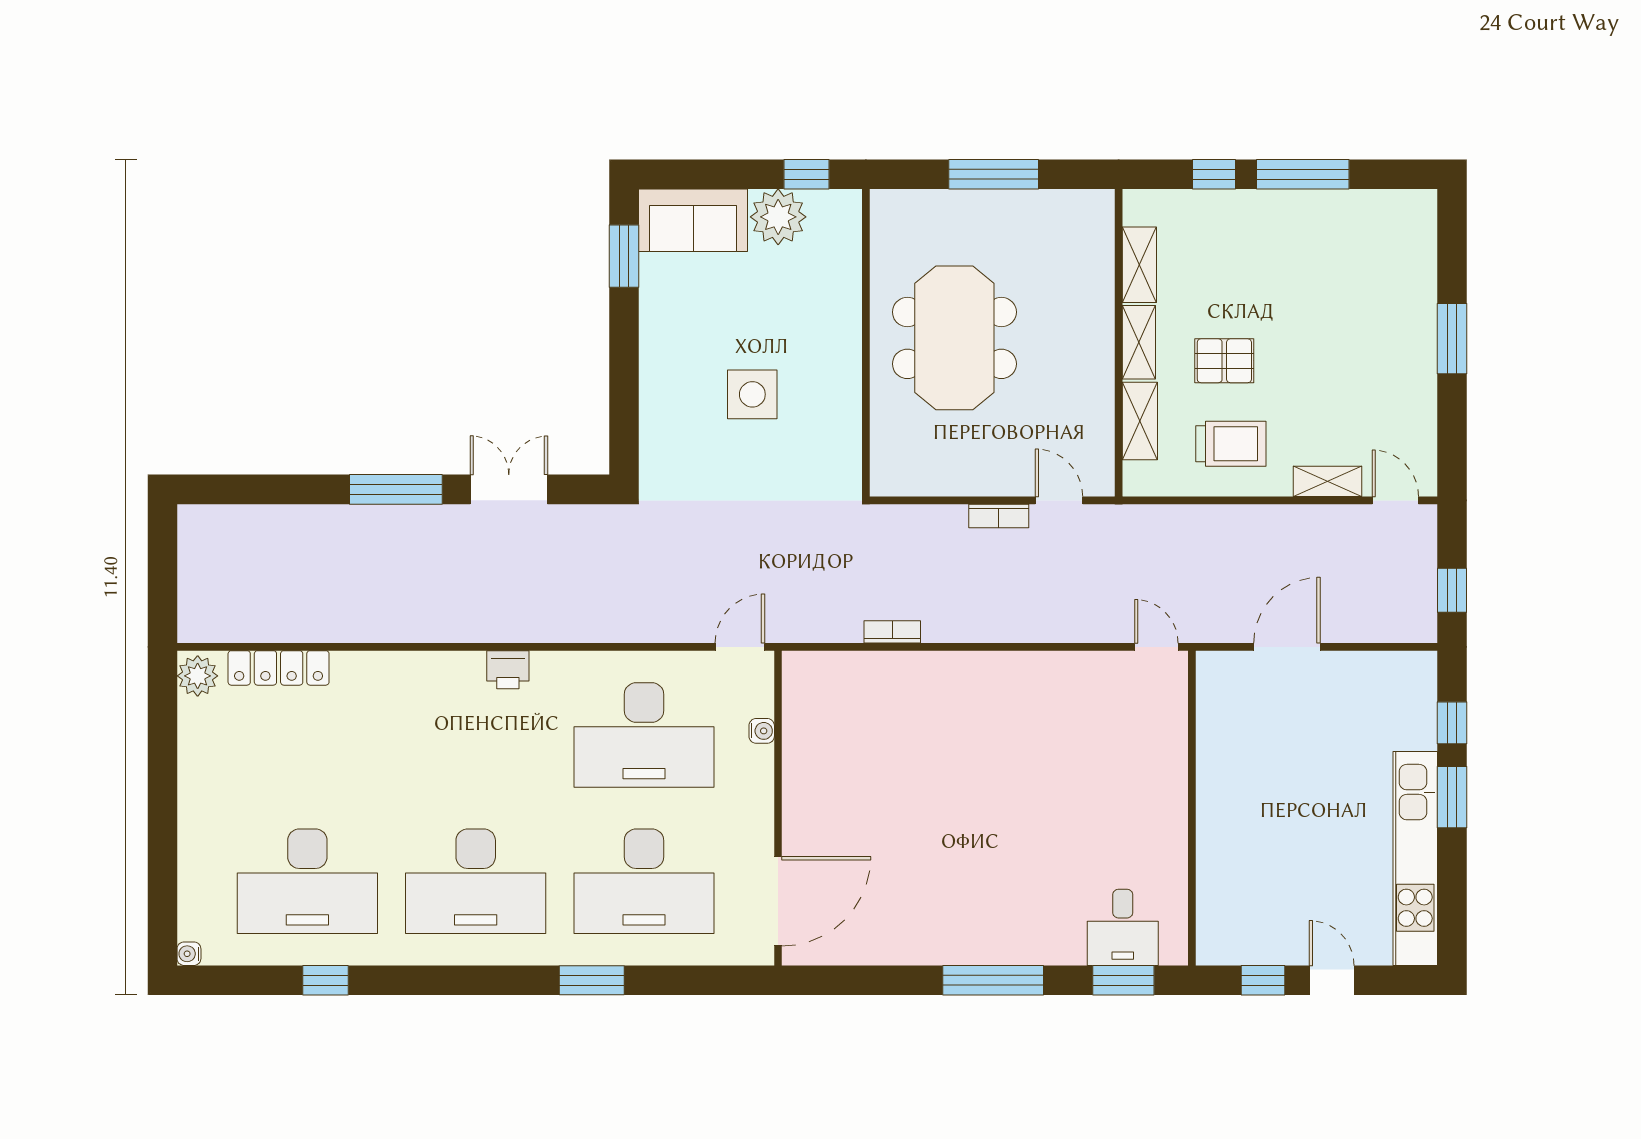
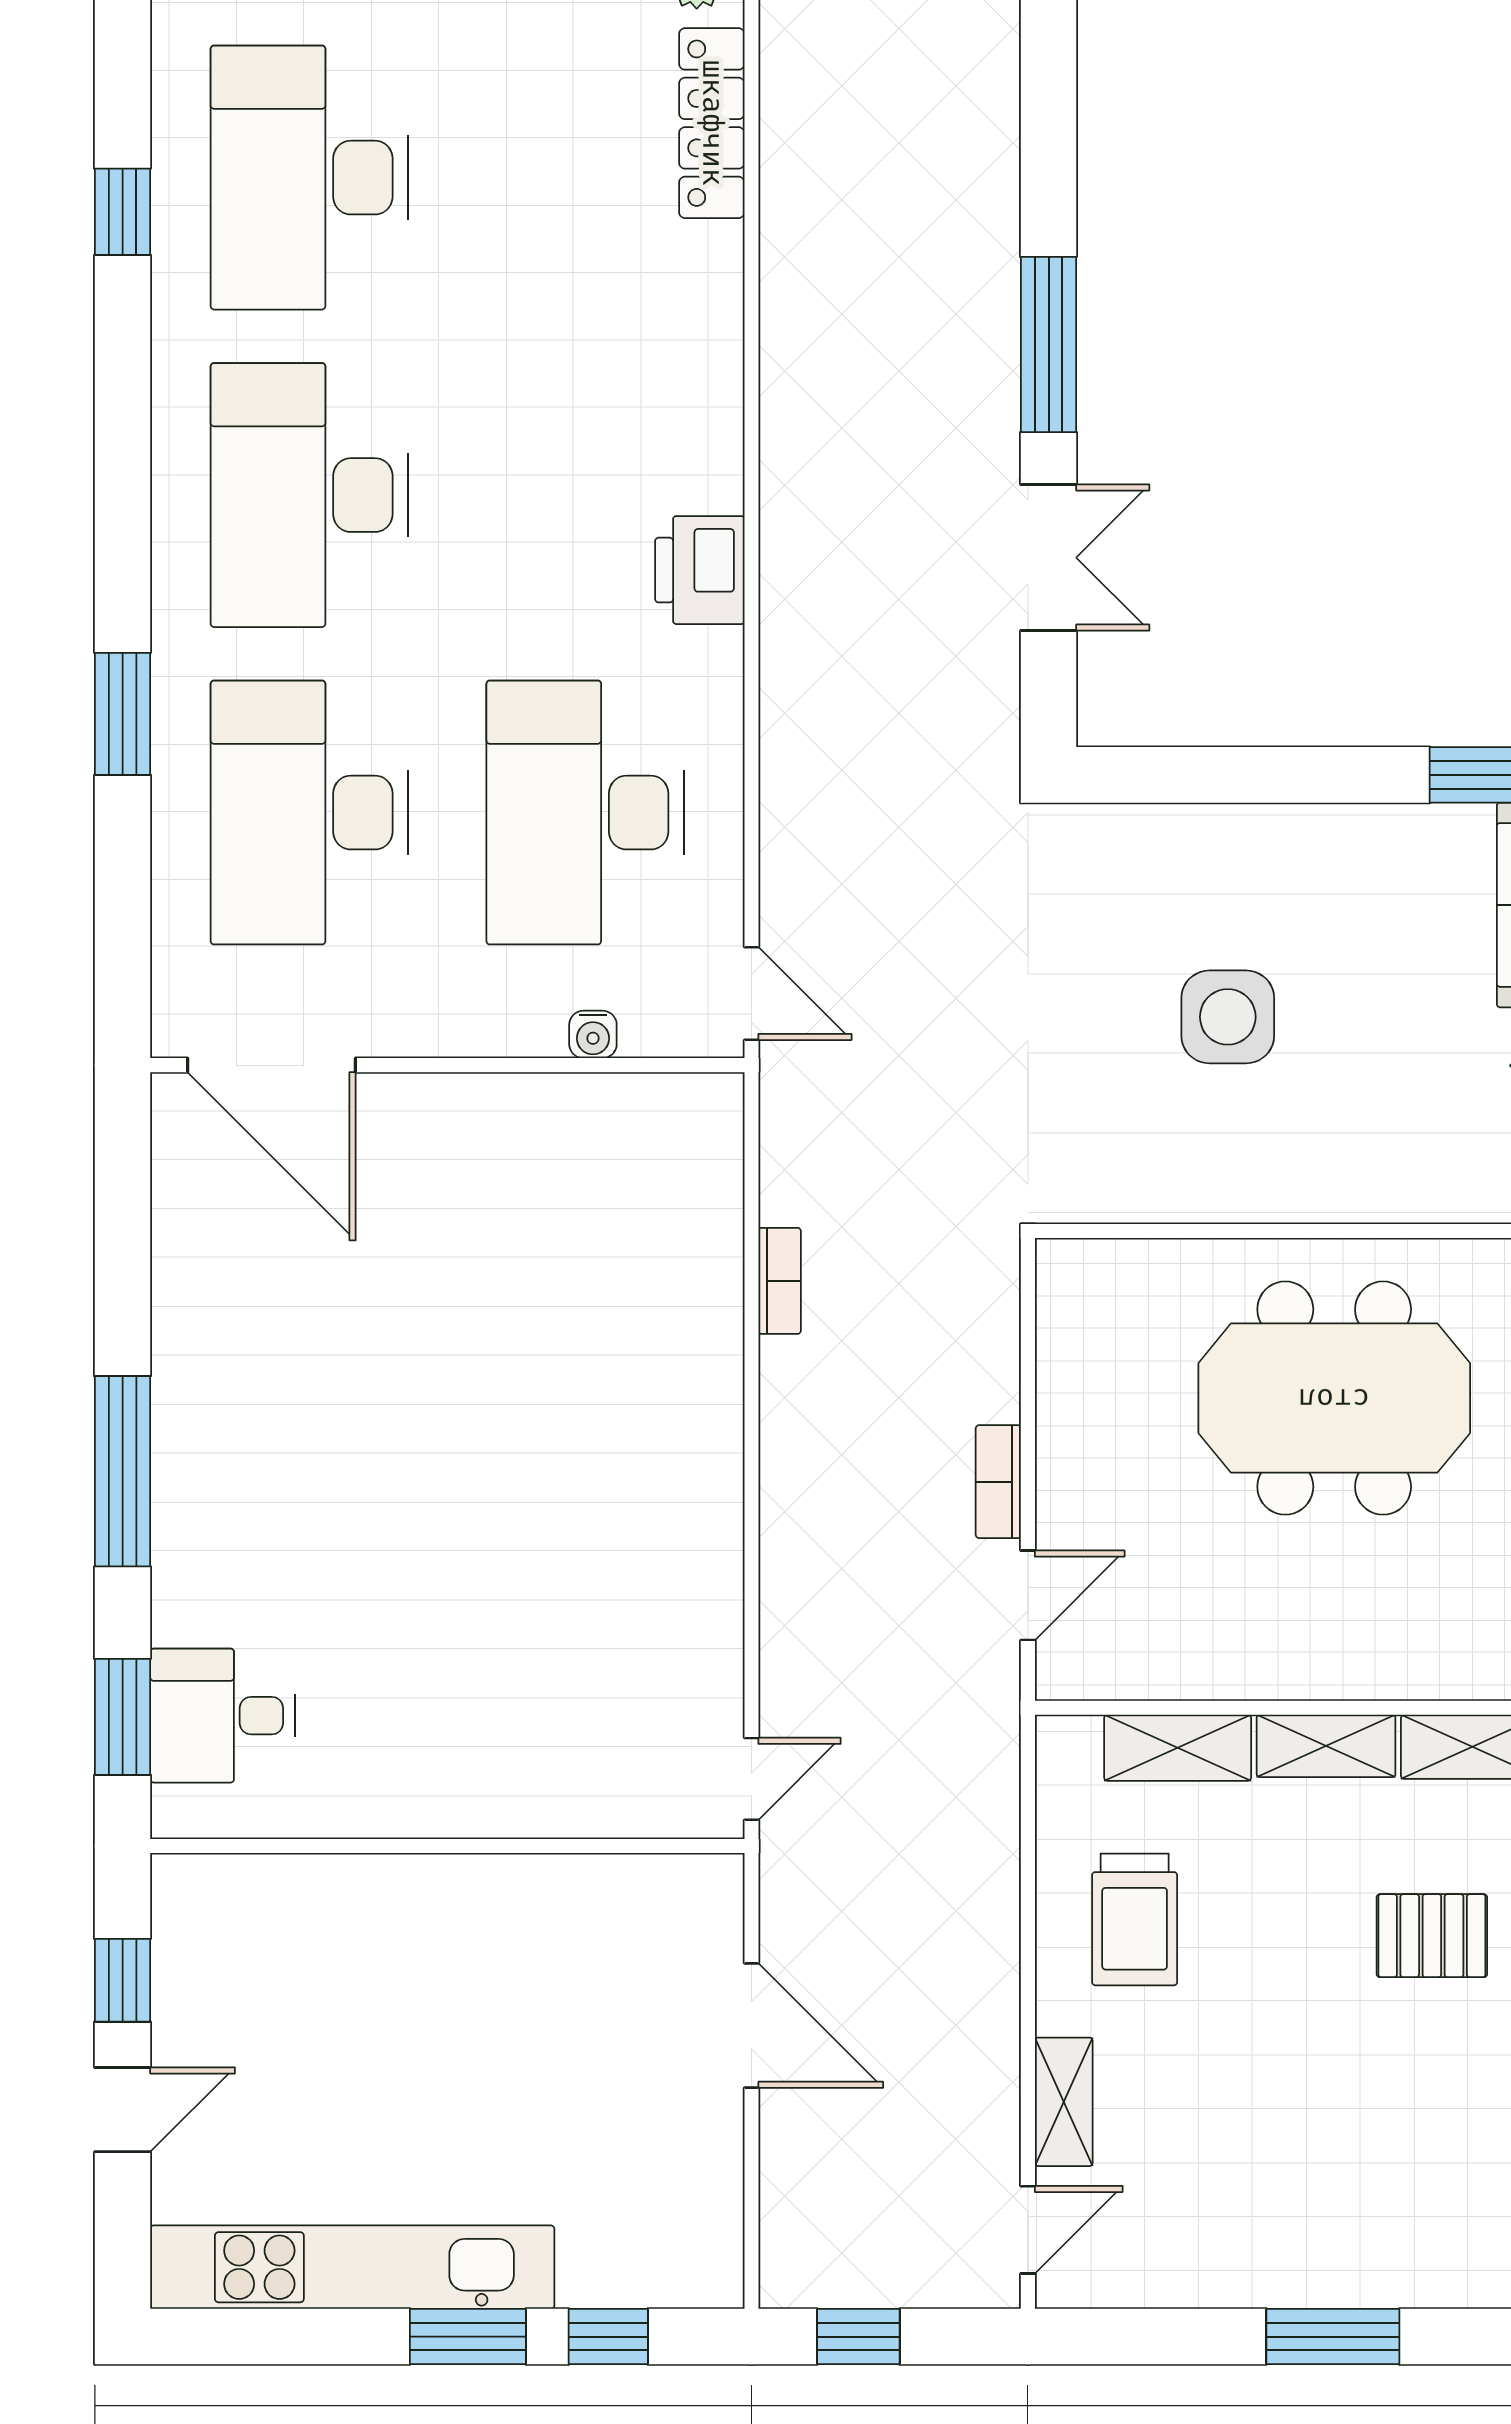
pallet: (1224, 361) -> (1432, 1936), moved, turned 90
printer: (508, 670) -> (700, 570), width x1.36, depth x1.24

